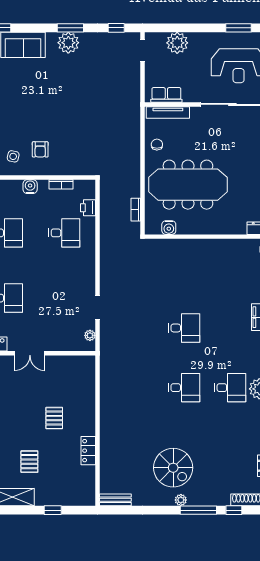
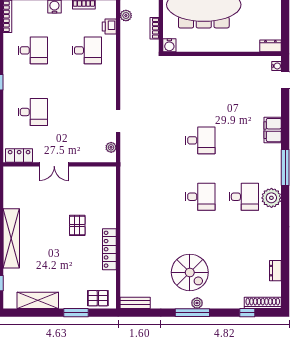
plant: (106, 196) -> (126, 16), added
water cooler: (169, 228) -> (169, 45), moved
locker: (88, 451) -> (109, 249), width x1.53
pallet: (29, 462) -> (98, 298), moved, turned 90
window: (53, 510) -> (76, 313), width x1.50
window: (198, 510) -> (192, 313), moved

